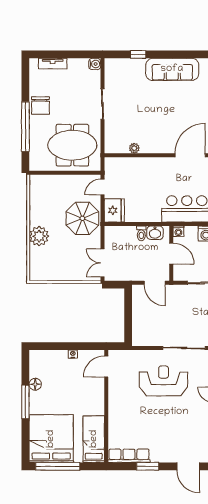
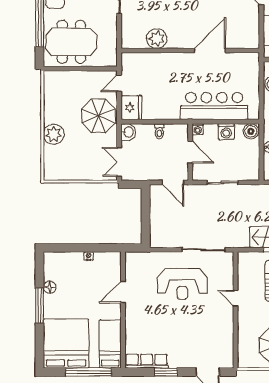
meeting table: (72, 145) -> (71, 42), moved
plant: (134, 148) -> (157, 39), width x1.87, depth x1.87
washbasin: (155, 233) -> (128, 132), moved, turned -90
door: (106, 367) -> (123, 292), moved
reception desk: (164, 381) -> (182, 284), turned 180
window: (58, 466) -> (88, 372), moved

